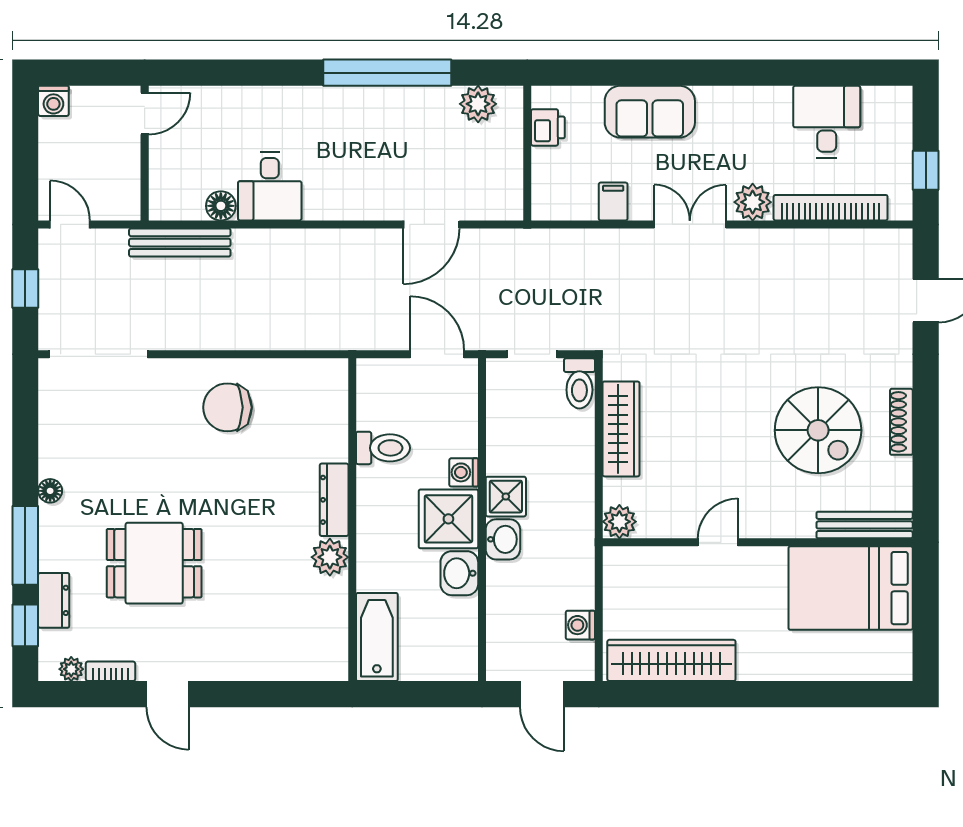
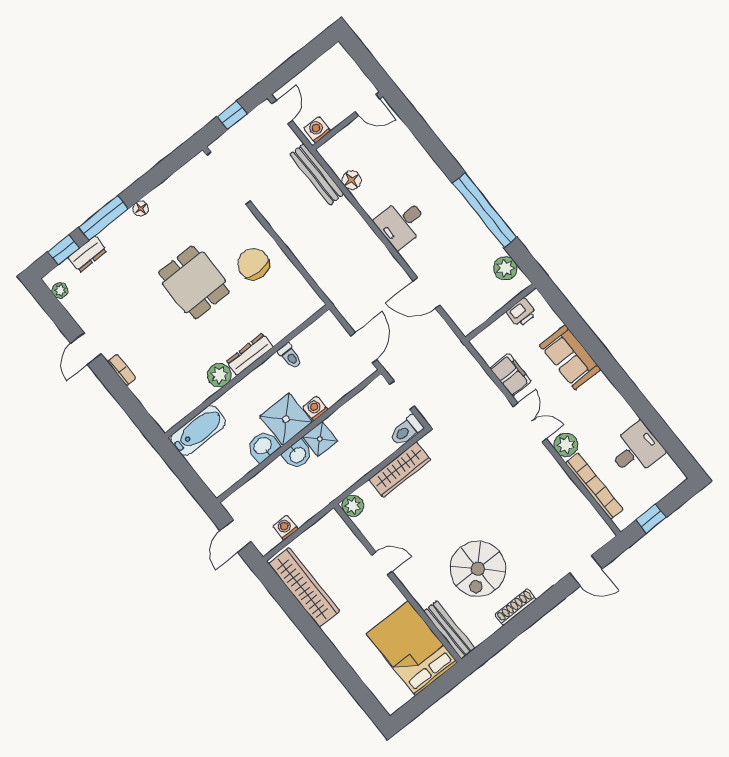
washing machine: (53, 101) -> (317, 130), moved, turned 90
desk: (270, 187) -> (402, 223), moved
filing cabinet: (613, 202) -> (511, 375), width x2.00
toilet: (383, 448) -> (290, 356), width x0.73, depth x0.72
dining table: (154, 563) -> (194, 282), moved
bookcase: (111, 671) -> (122, 370), moved

